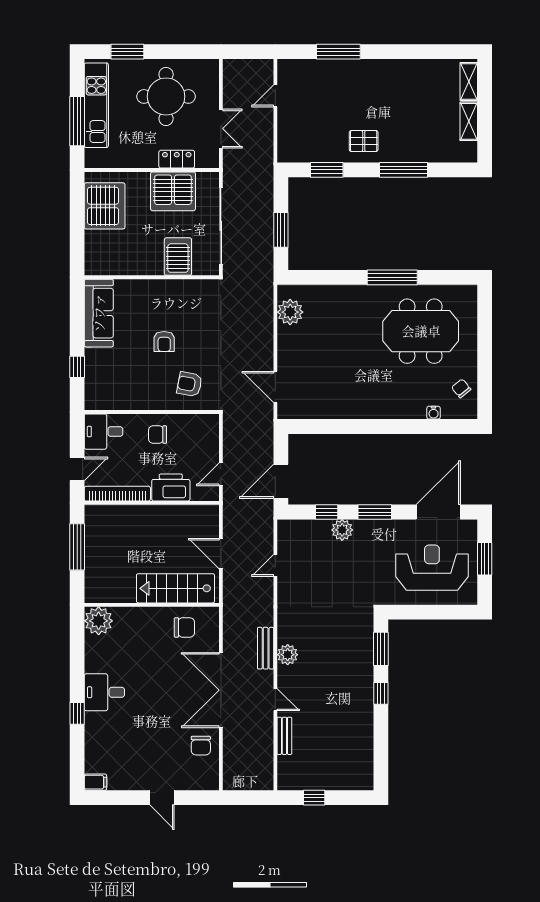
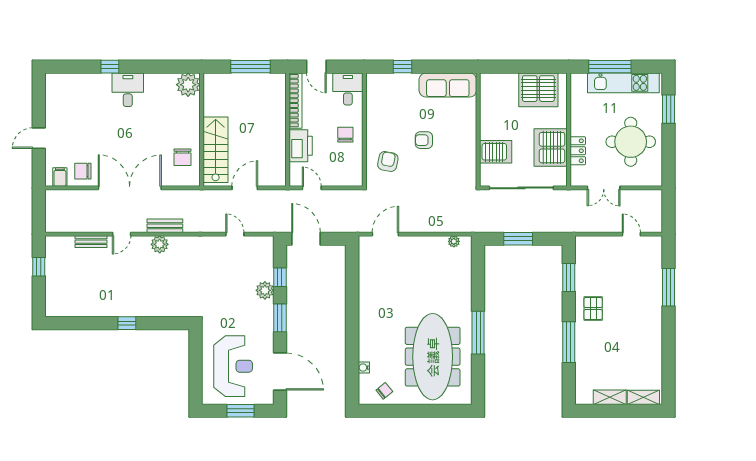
plant: (290, 312) -> (454, 241), width x0.53, depth x0.53
meeting table: (421, 331) -> (433, 357), width x1.36
window: (381, 649) -> (164, 323), removed
filing cabinet: (95, 782) -> (60, 177), moved, turned 180

